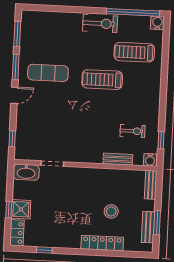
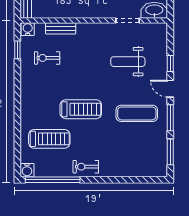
exercise bike: (100, 23) -> (86, 167), width x0.73, depth x0.72
door: (14, 95) -> (170, 89), hinge flipped
weight bench: (54, 124) -> (128, 62), added
window: (12, 139) -> (170, 64), moved

